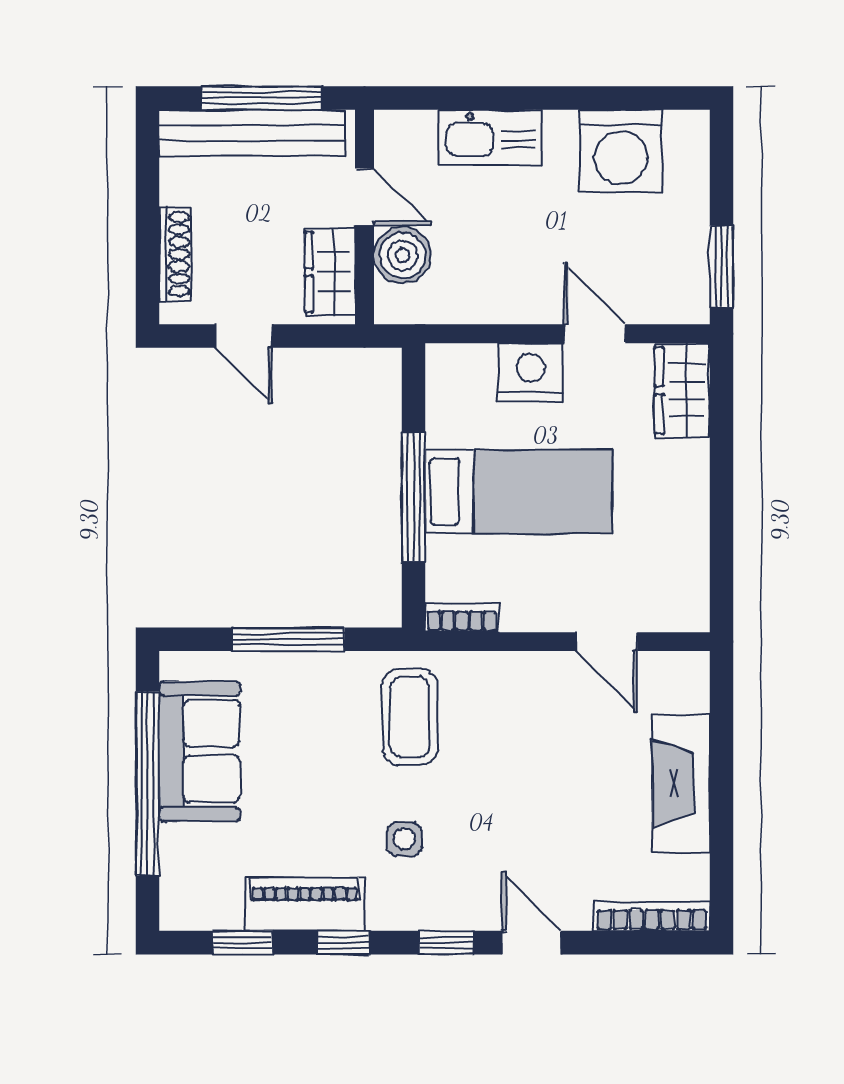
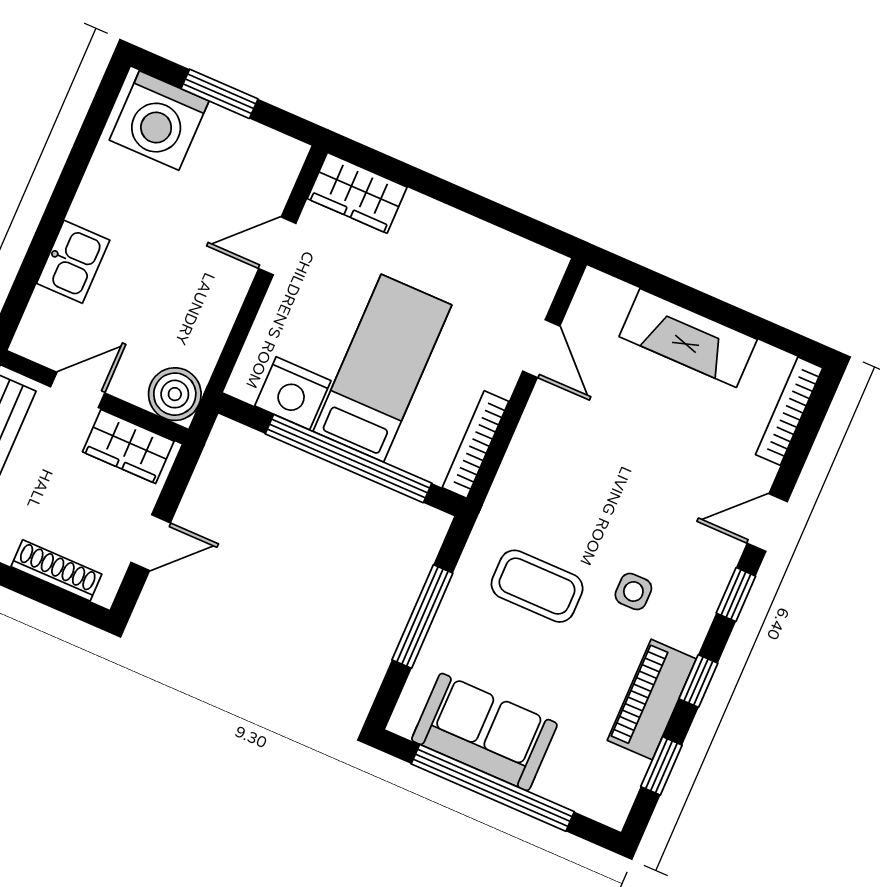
kitchen sink: (490, 137) -> (73, 262), width x0.73
washing machine: (621, 151) -> (159, 121), moved, turned 90
boiler: (402, 255) -> (175, 394), moved
window: (721, 266) -> (220, 94), moved
nightstand: (531, 372) -> (293, 393), moved, turned -90
window: (414, 497) -> (349, 459), width x1.46
bookcase: (462, 618) -> (475, 444), width x1.56
door: (607, 642) -> (541, 349), hinge flipped
coffee table: (410, 717) -> (537, 586), moved

